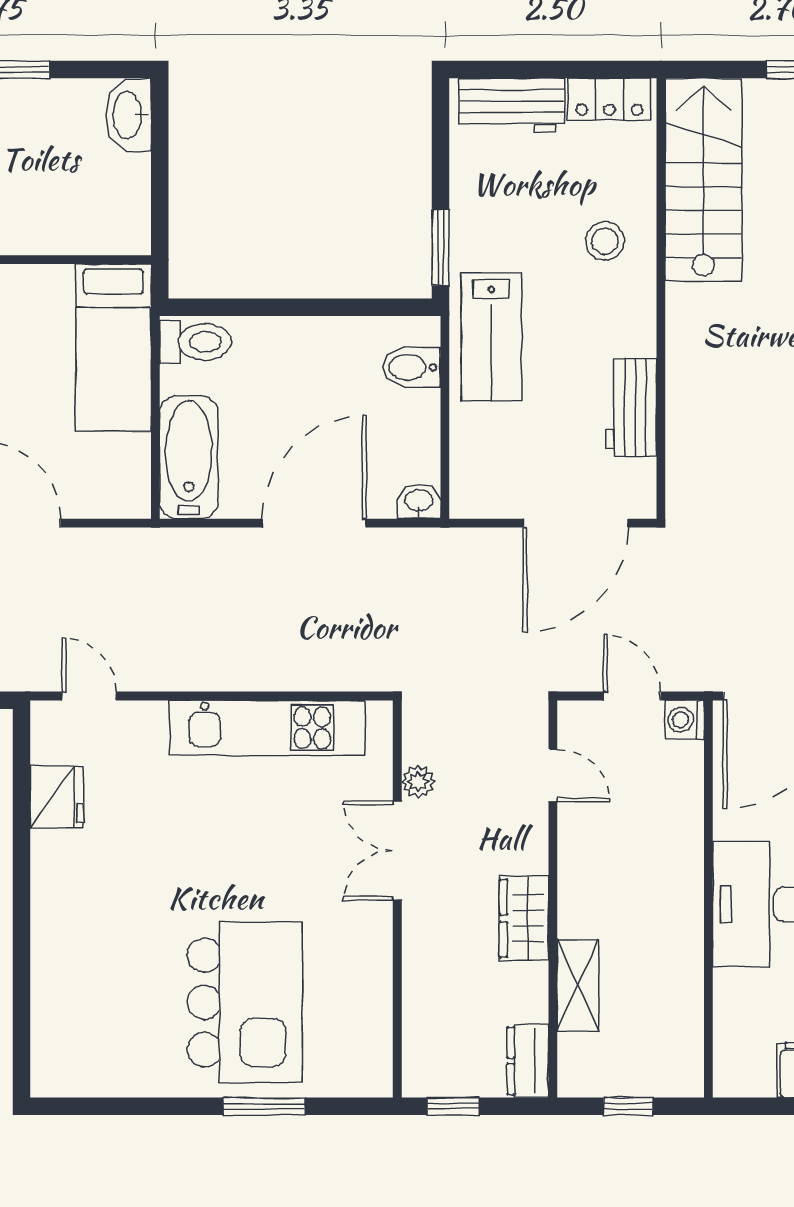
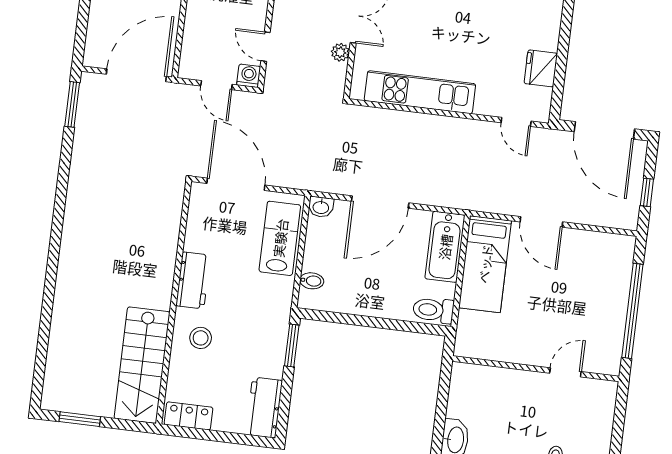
workbench: (512, 105) -> (264, 408), moved, turned -90
lab bench: (491, 337) -> (280, 238), moved
bed: (113, 348) -> (485, 264), moved, turned 180
bidet: (411, 367) -> (312, 281), width x0.72, depth x0.74
workbench: (631, 407) -> (193, 280), moved
door: (576, 523) -> (236, 184), hinge flipped
washing machine: (685, 720) -> (249, 76), moved, turned -90

